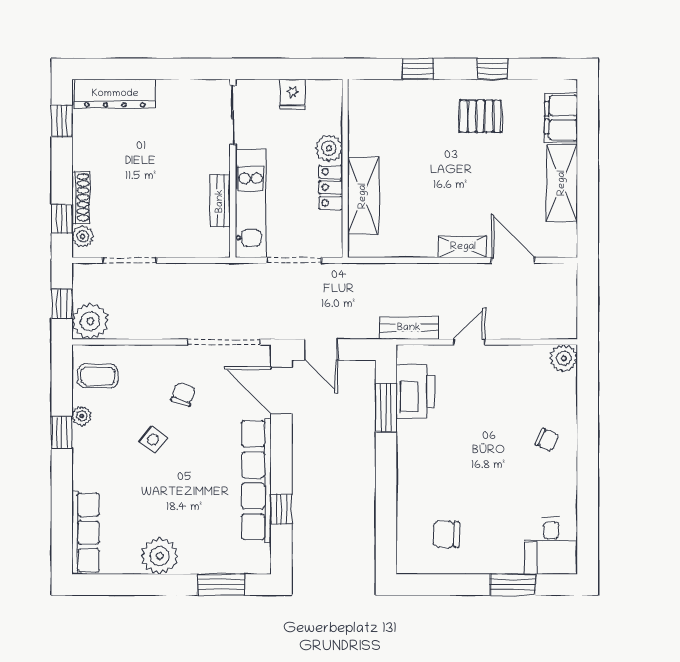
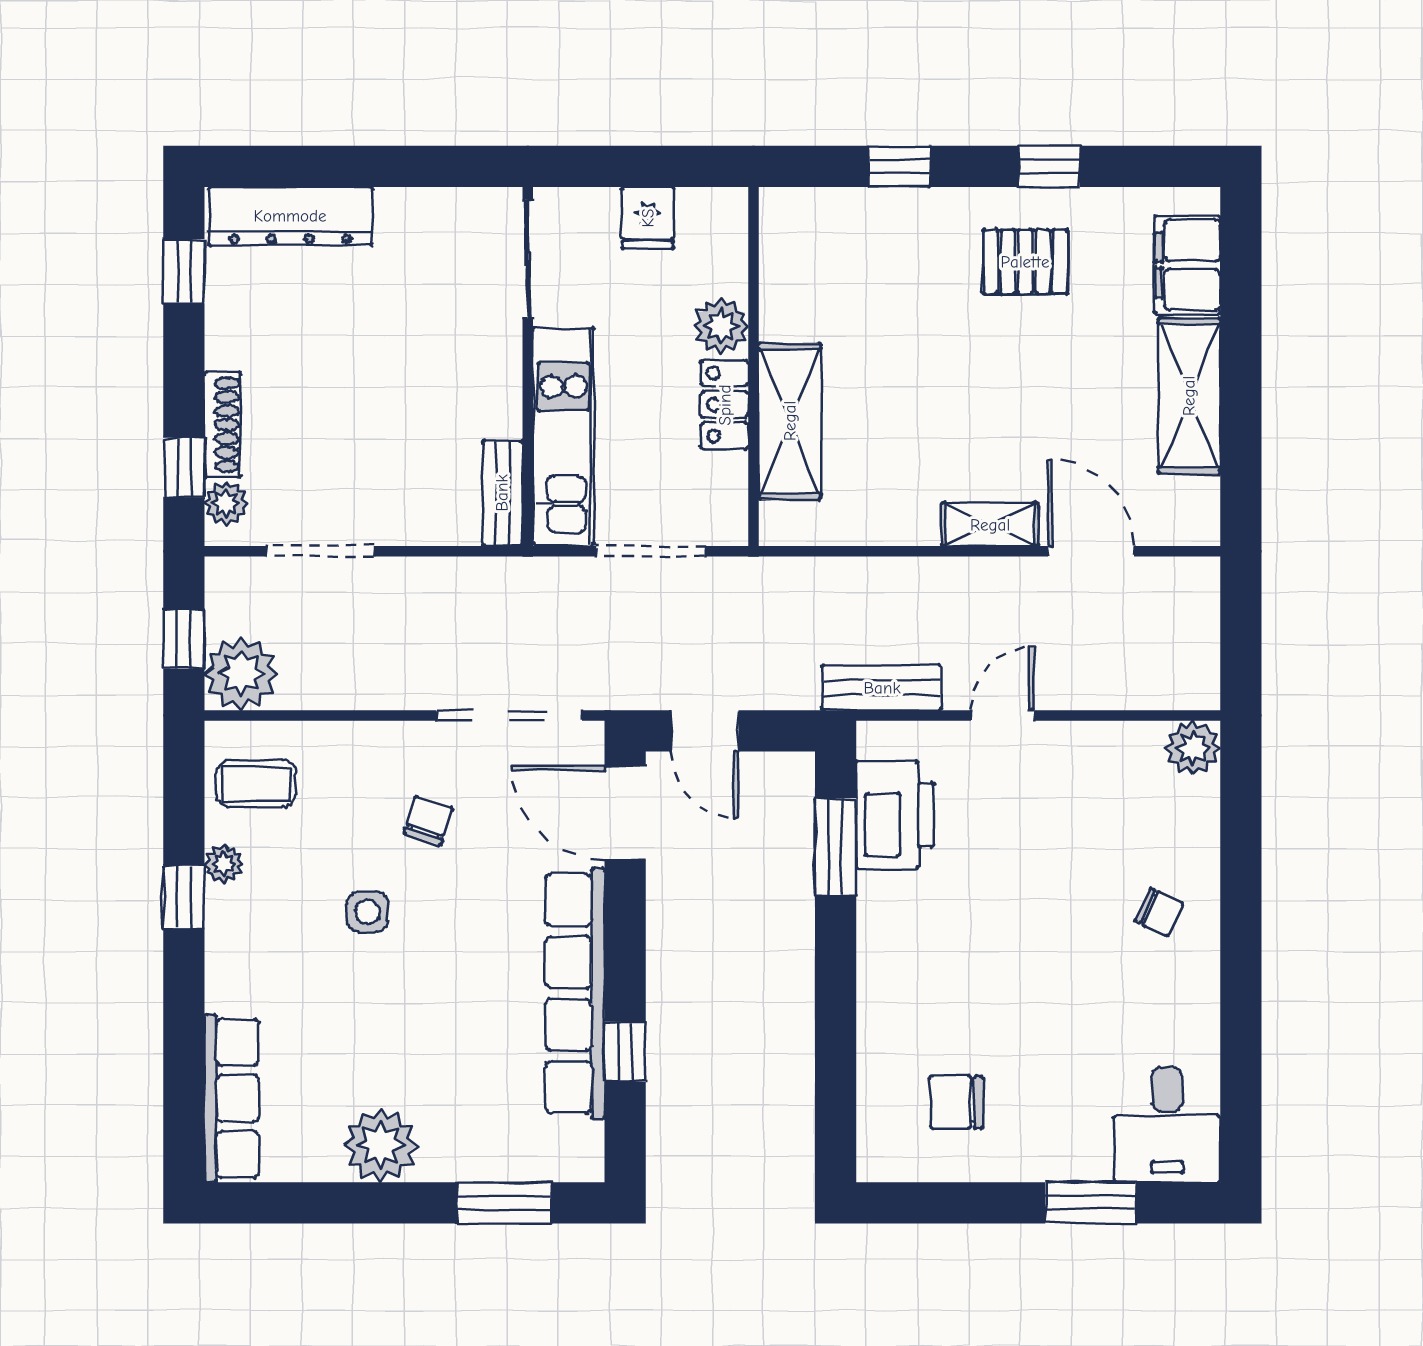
bench: (220, 201) -> (502, 493), moved
side table: (153, 440) -> (367, 912), turned -37

